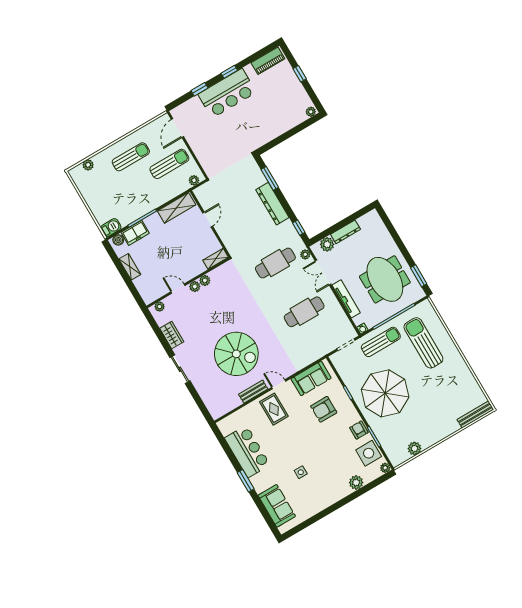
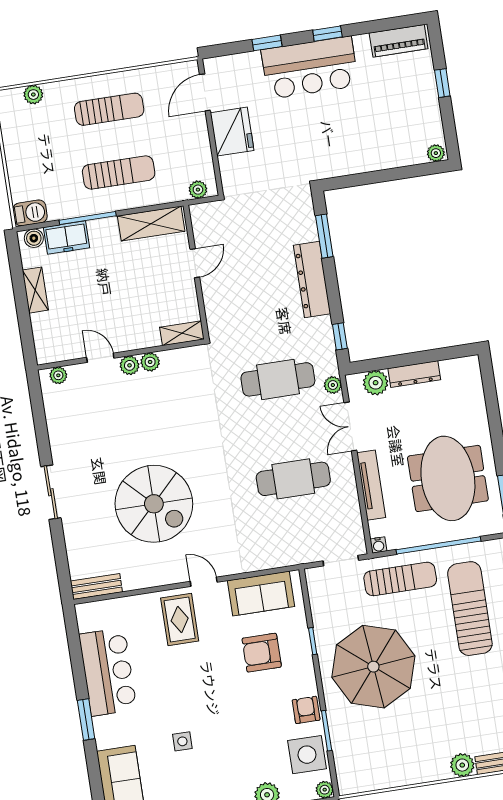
fridge: (200, 143) -> (232, 132), added
sun lounger: (169, 164) -> (119, 172), moved
wardrobe: (172, 335) -> (59, 430), removed
bench: (253, 392) -> (96, 586), moved
plant: (414, 448) -> (462, 765), moved

